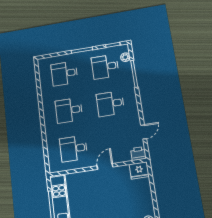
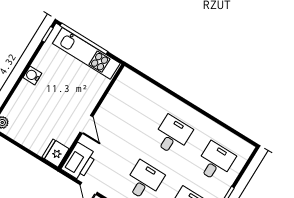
desk: (74, 149) -> (129, 109), removed
printer: (138, 154) -> (79, 162), width x1.87, depth x1.48

